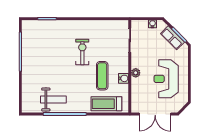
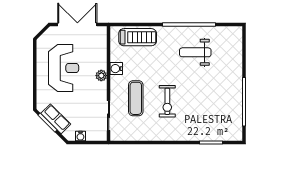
exercise mat: (102, 76) -> (136, 98), moved
weight bench: (53, 99) -> (195, 52), moved

